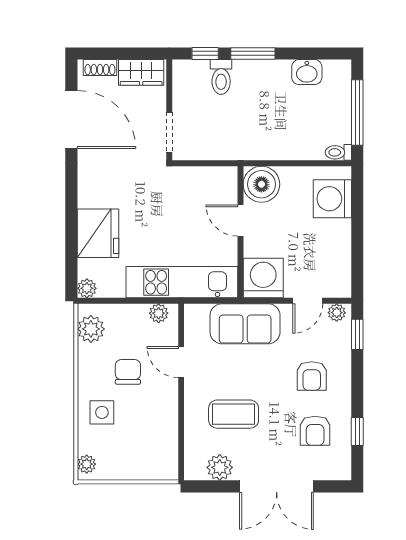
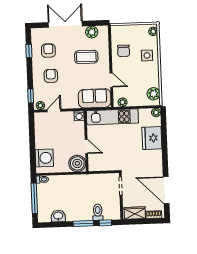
washing machine: (263, 278) -> (79, 116), width x0.53, depth x0.53
sofa: (245, 324) -> (95, 98), moved
chair: (128, 372) -> (124, 51), moved

